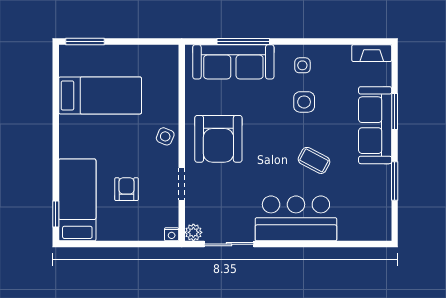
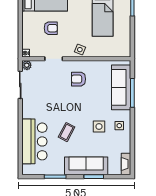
armchair: (218, 139) -> (79, 79), width x0.53, depth x0.53
bar counter: (296, 218) -> (34, 141), moved

